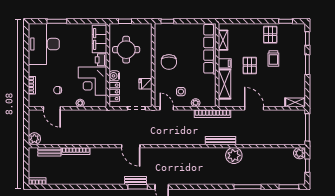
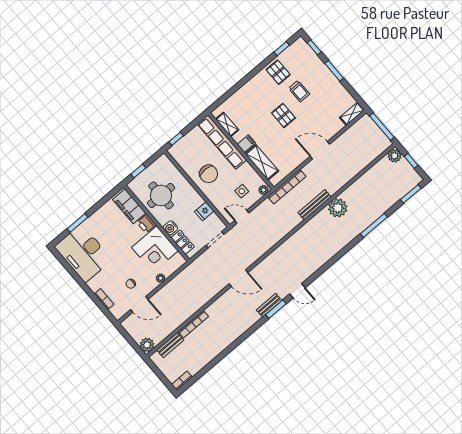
shelving: (223, 40) -> (227, 124), moved
row of seats: (210, 49) -> (222, 142), moved
filing cabinet: (225, 63) -> (246, 144), moved
wall: (217, 65) -> (241, 151), moved
shelving: (225, 84) -> (262, 162), moved

